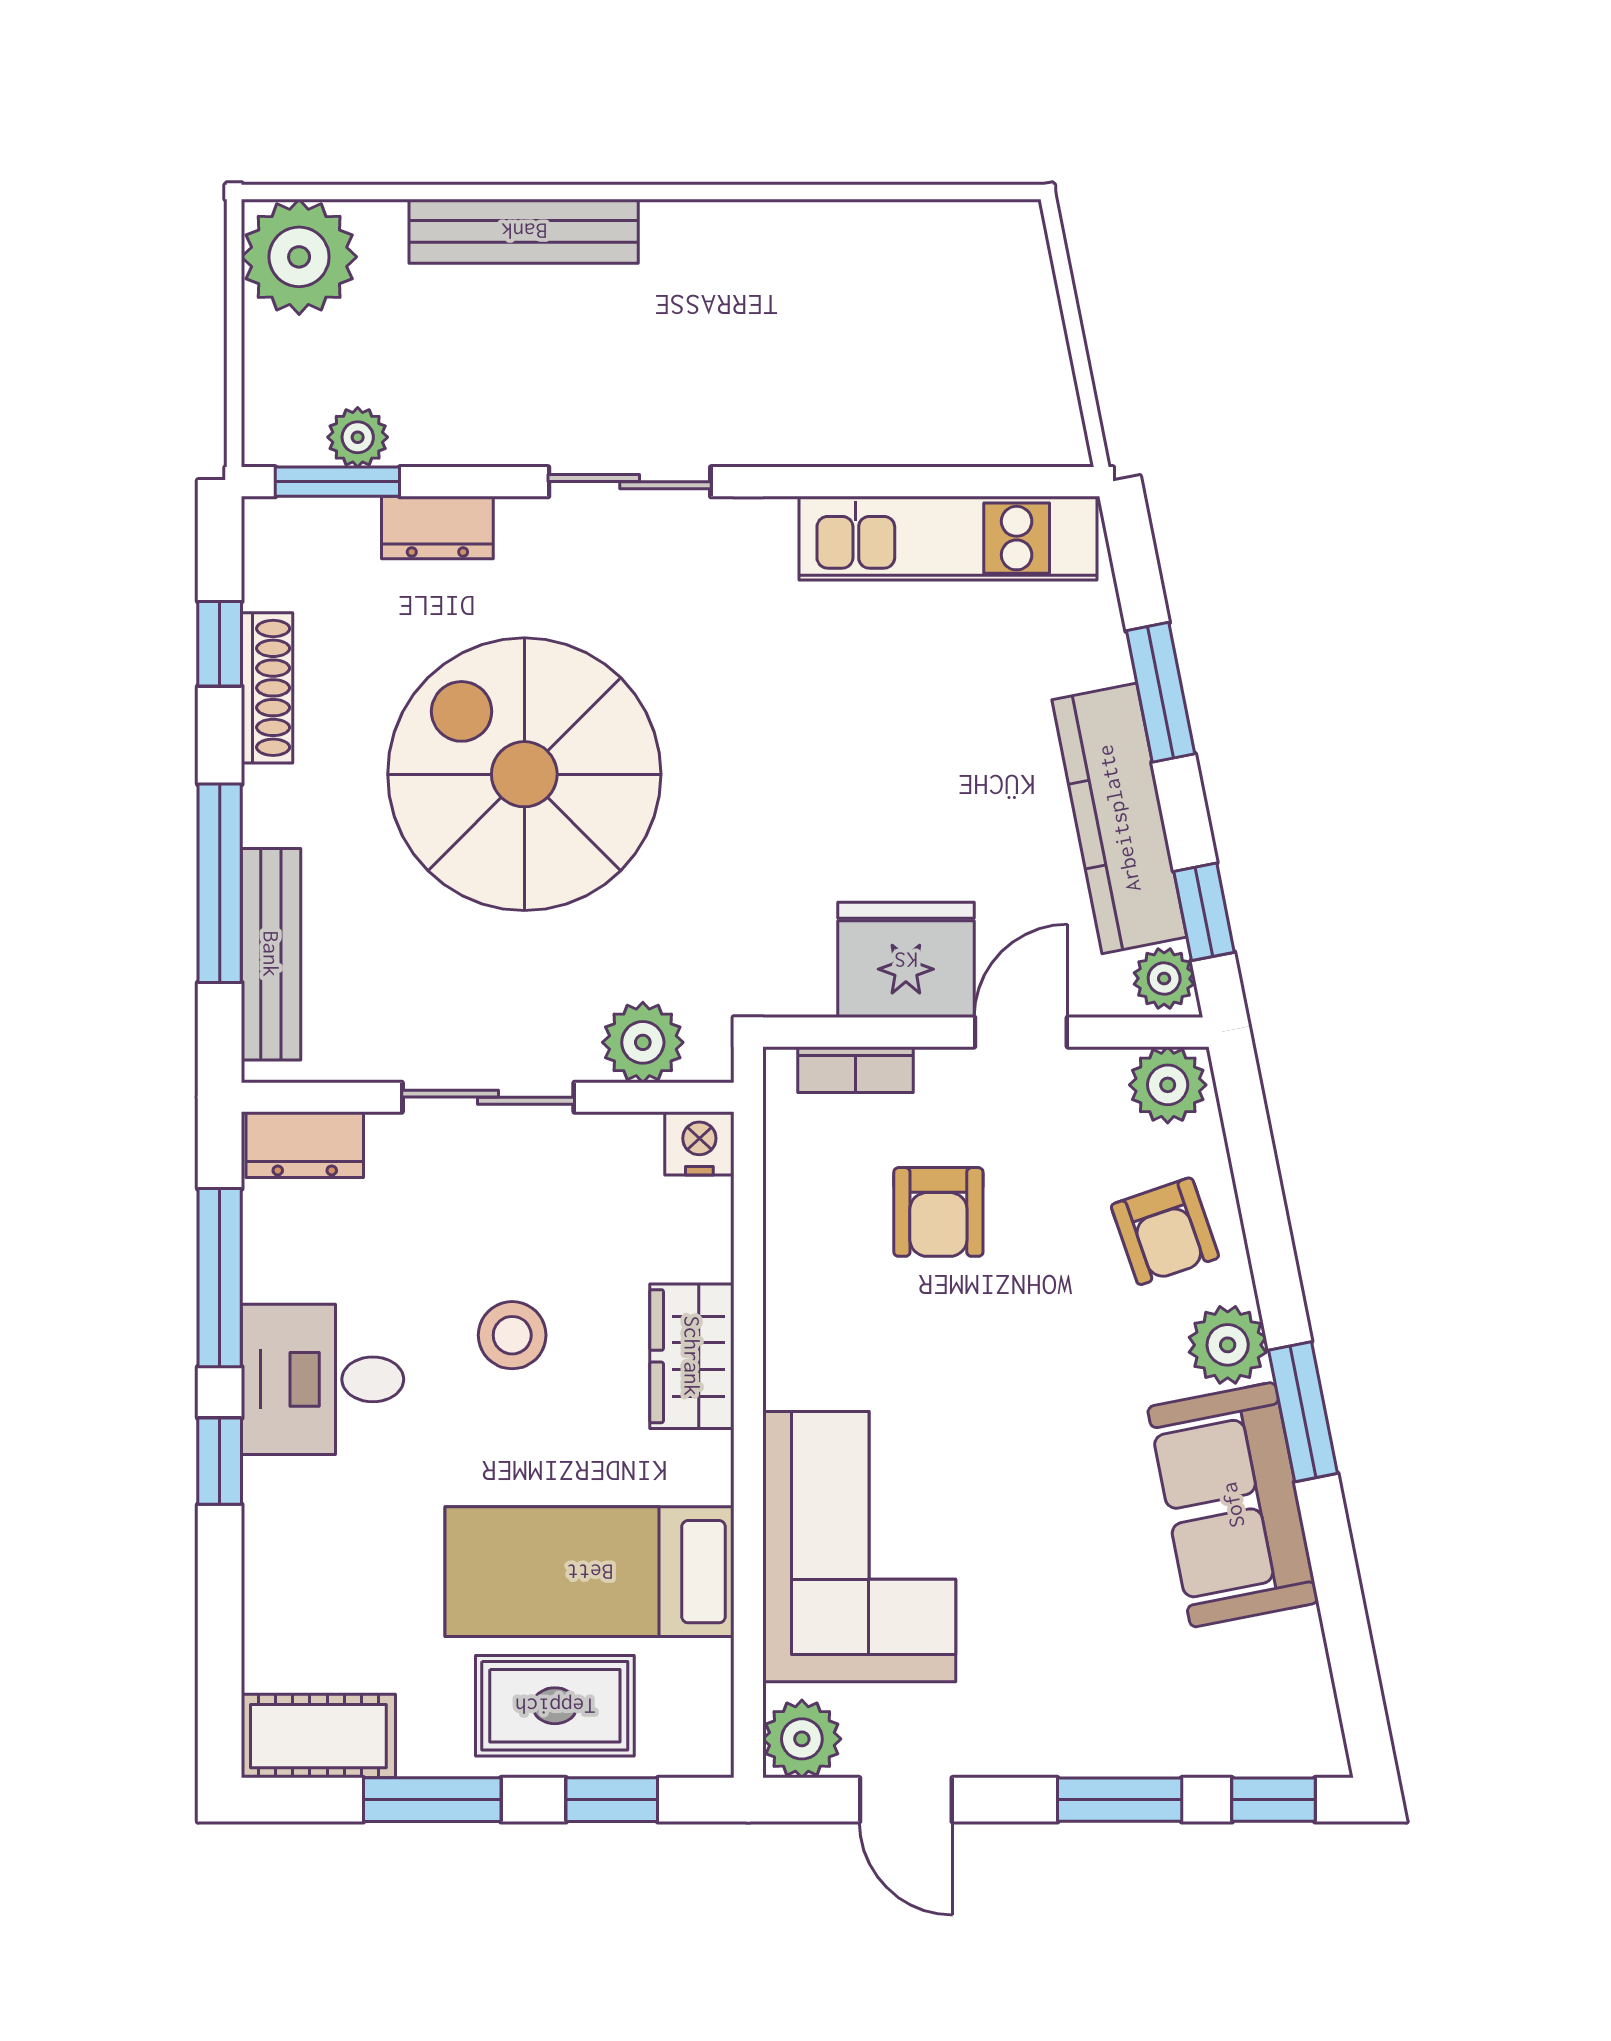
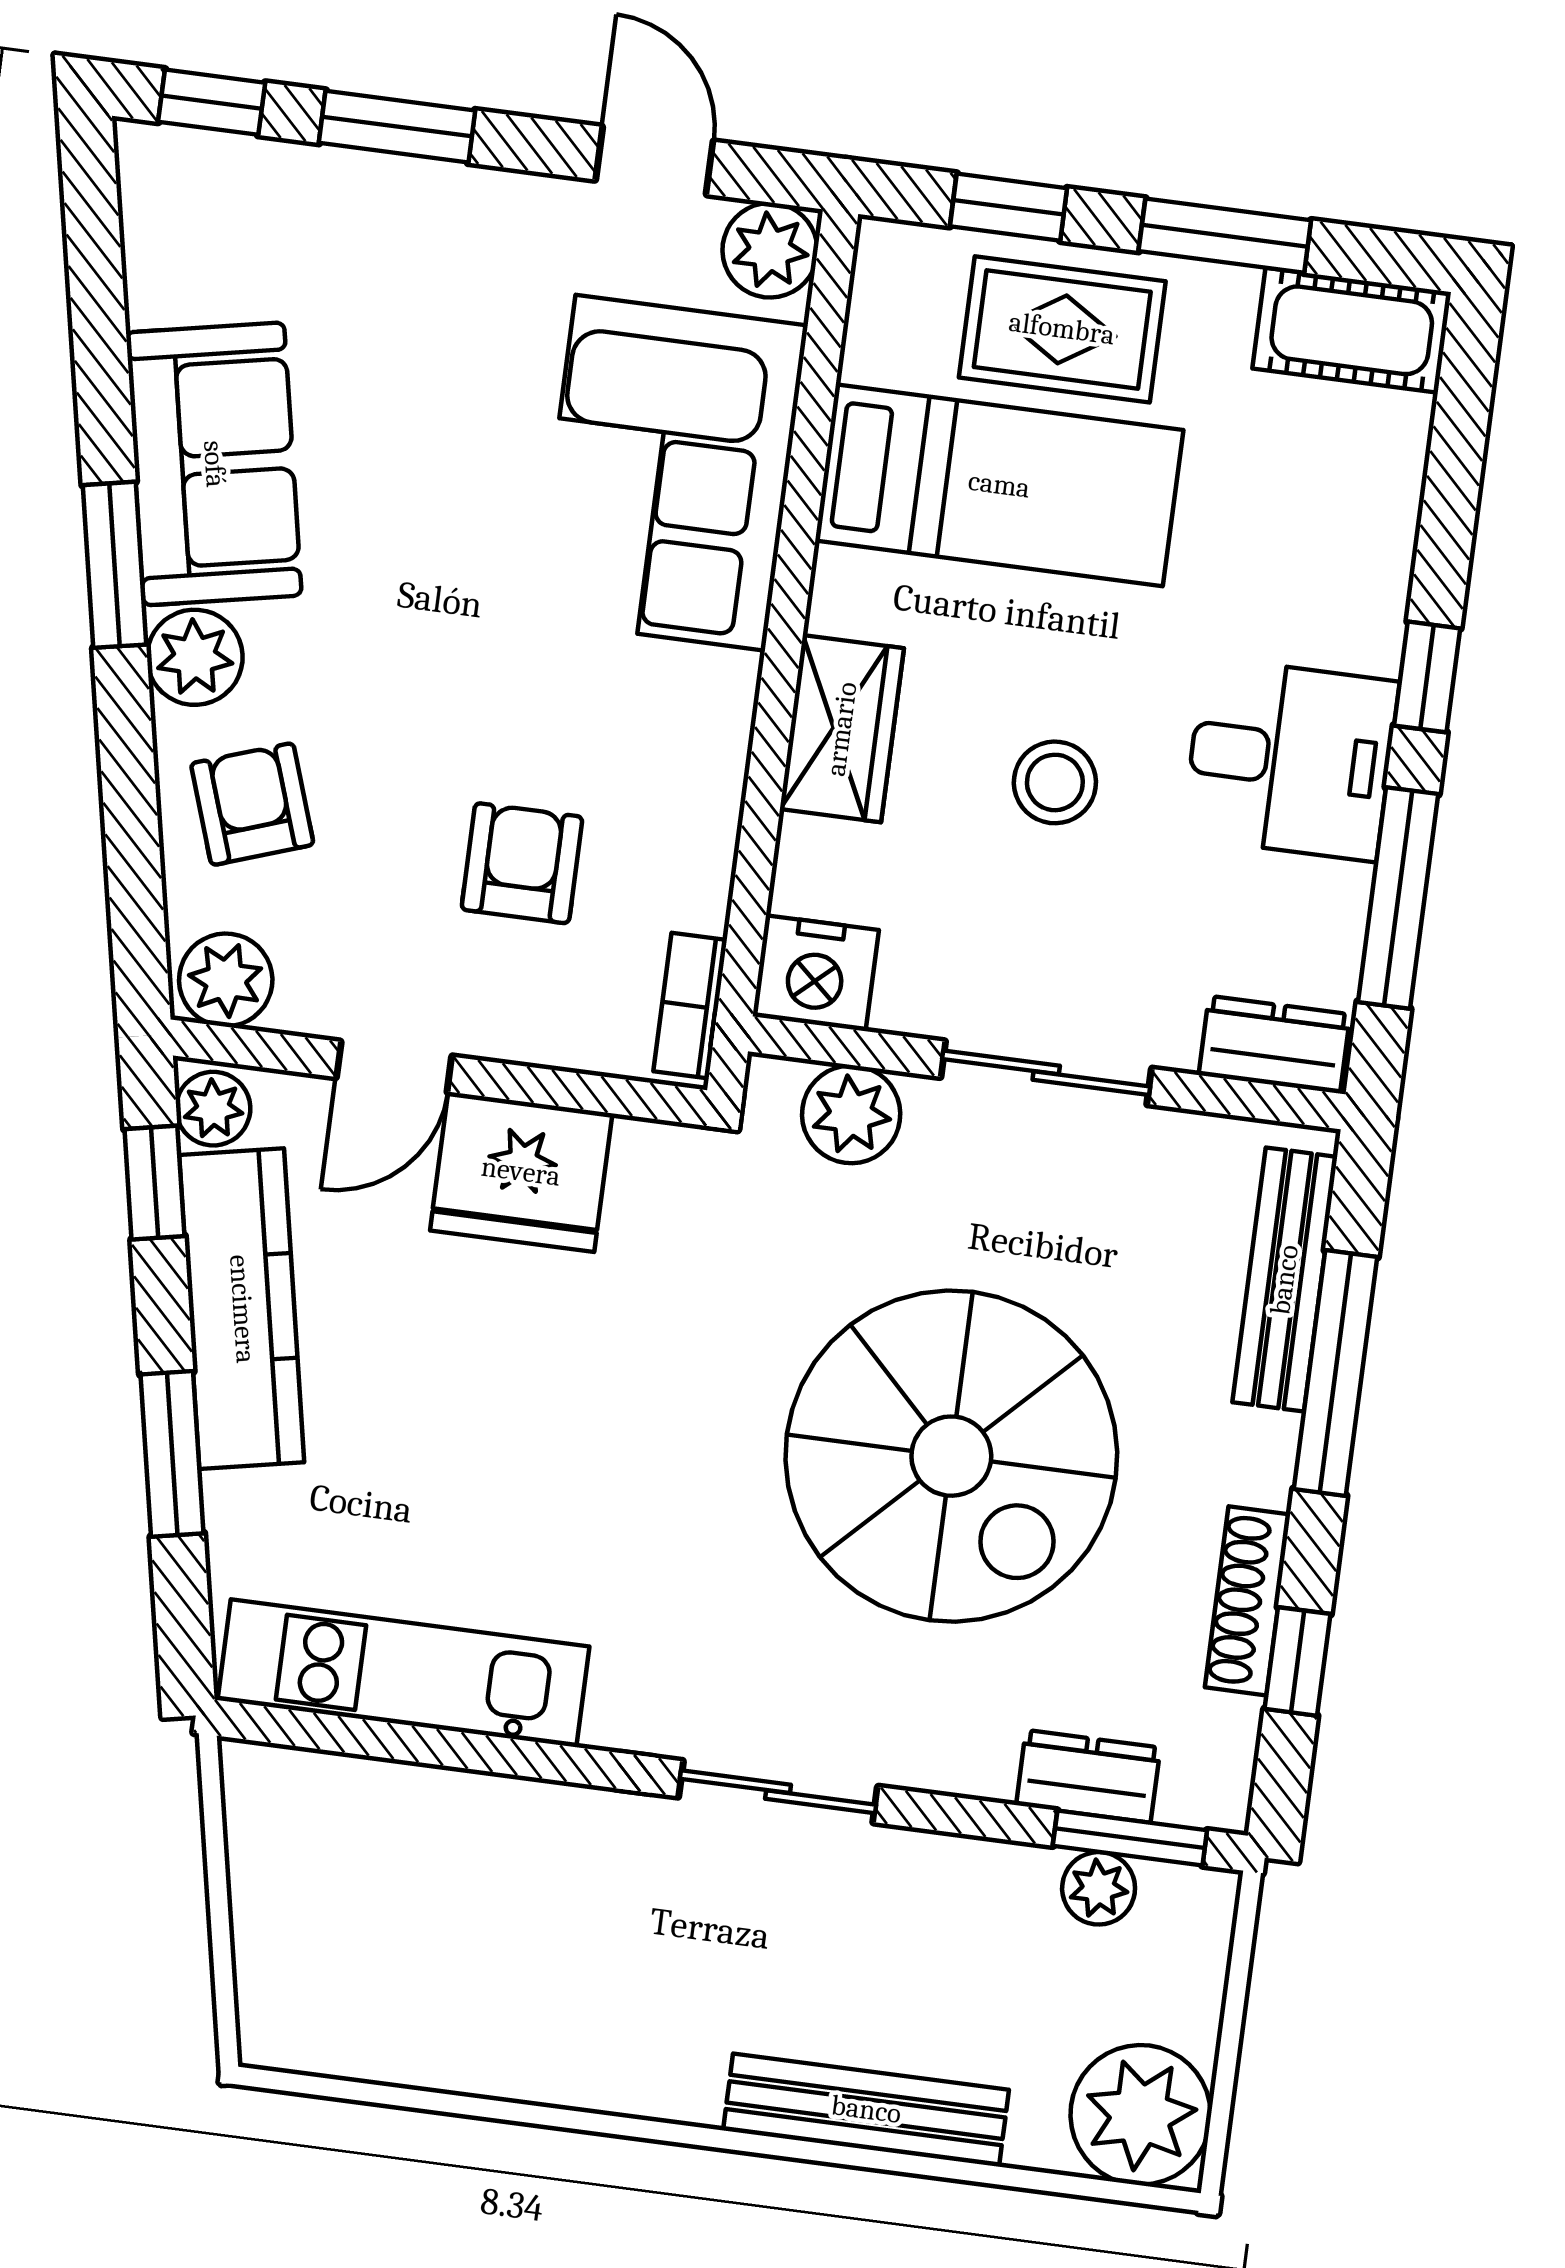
dresser: (437, 528) -> (1088, 1776), moved
bookcase: (856, 1070) -> (690, 1006), moved, turned -90
nightstand: (699, 1143) -> (816, 973), width x1.36, depth x1.33

